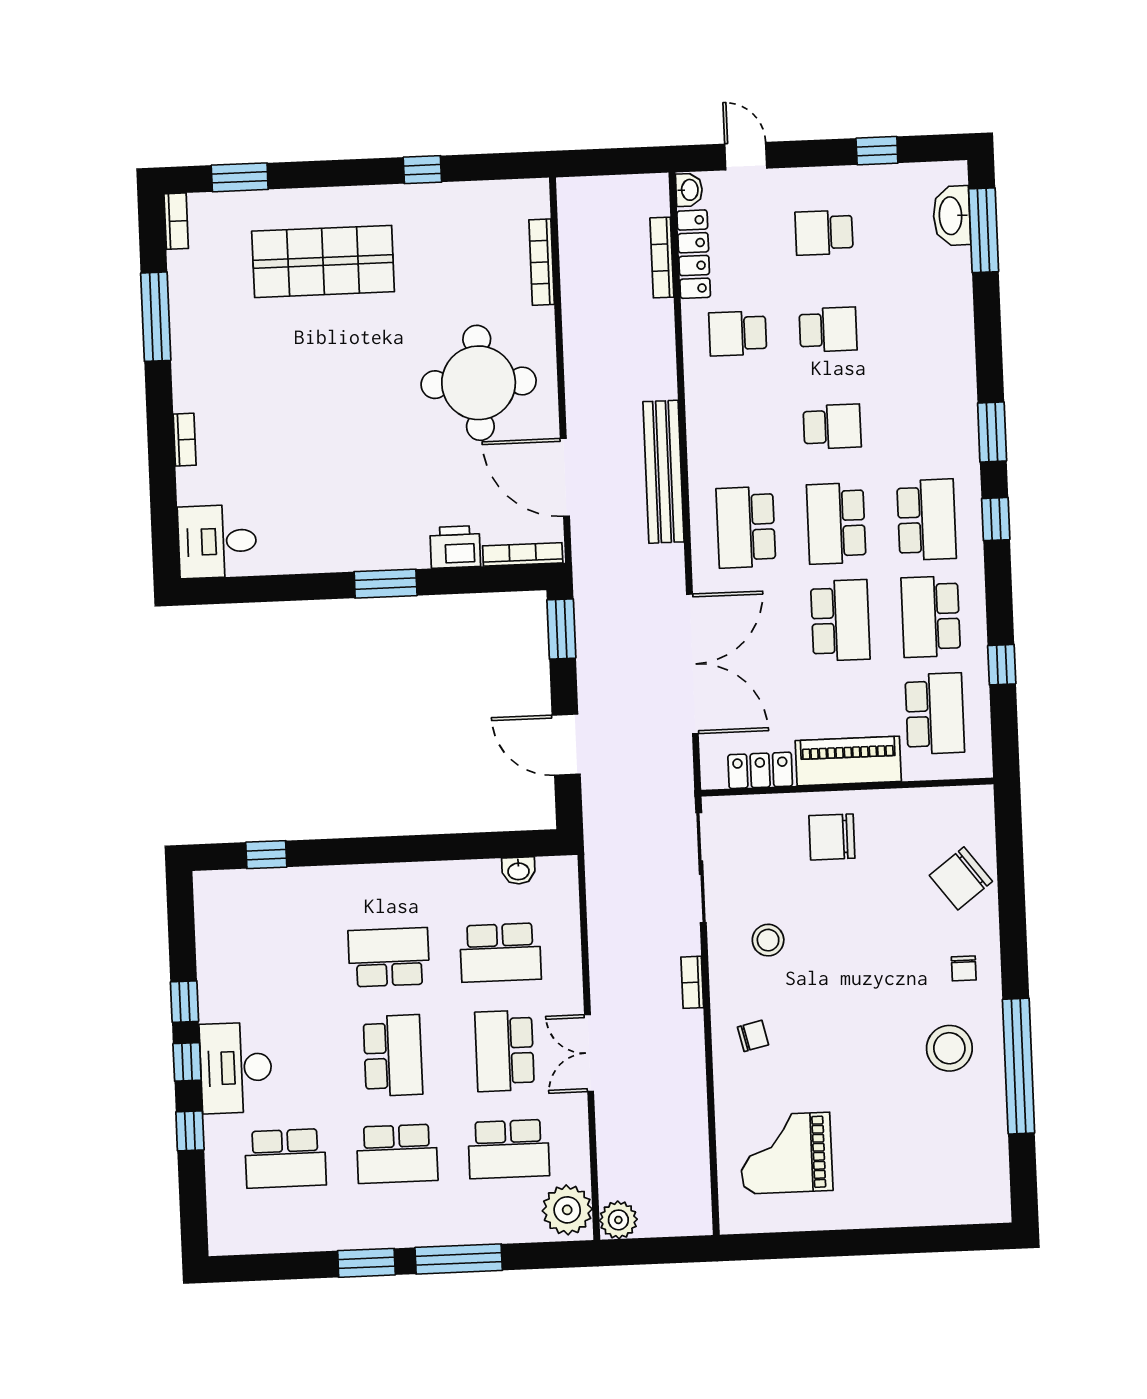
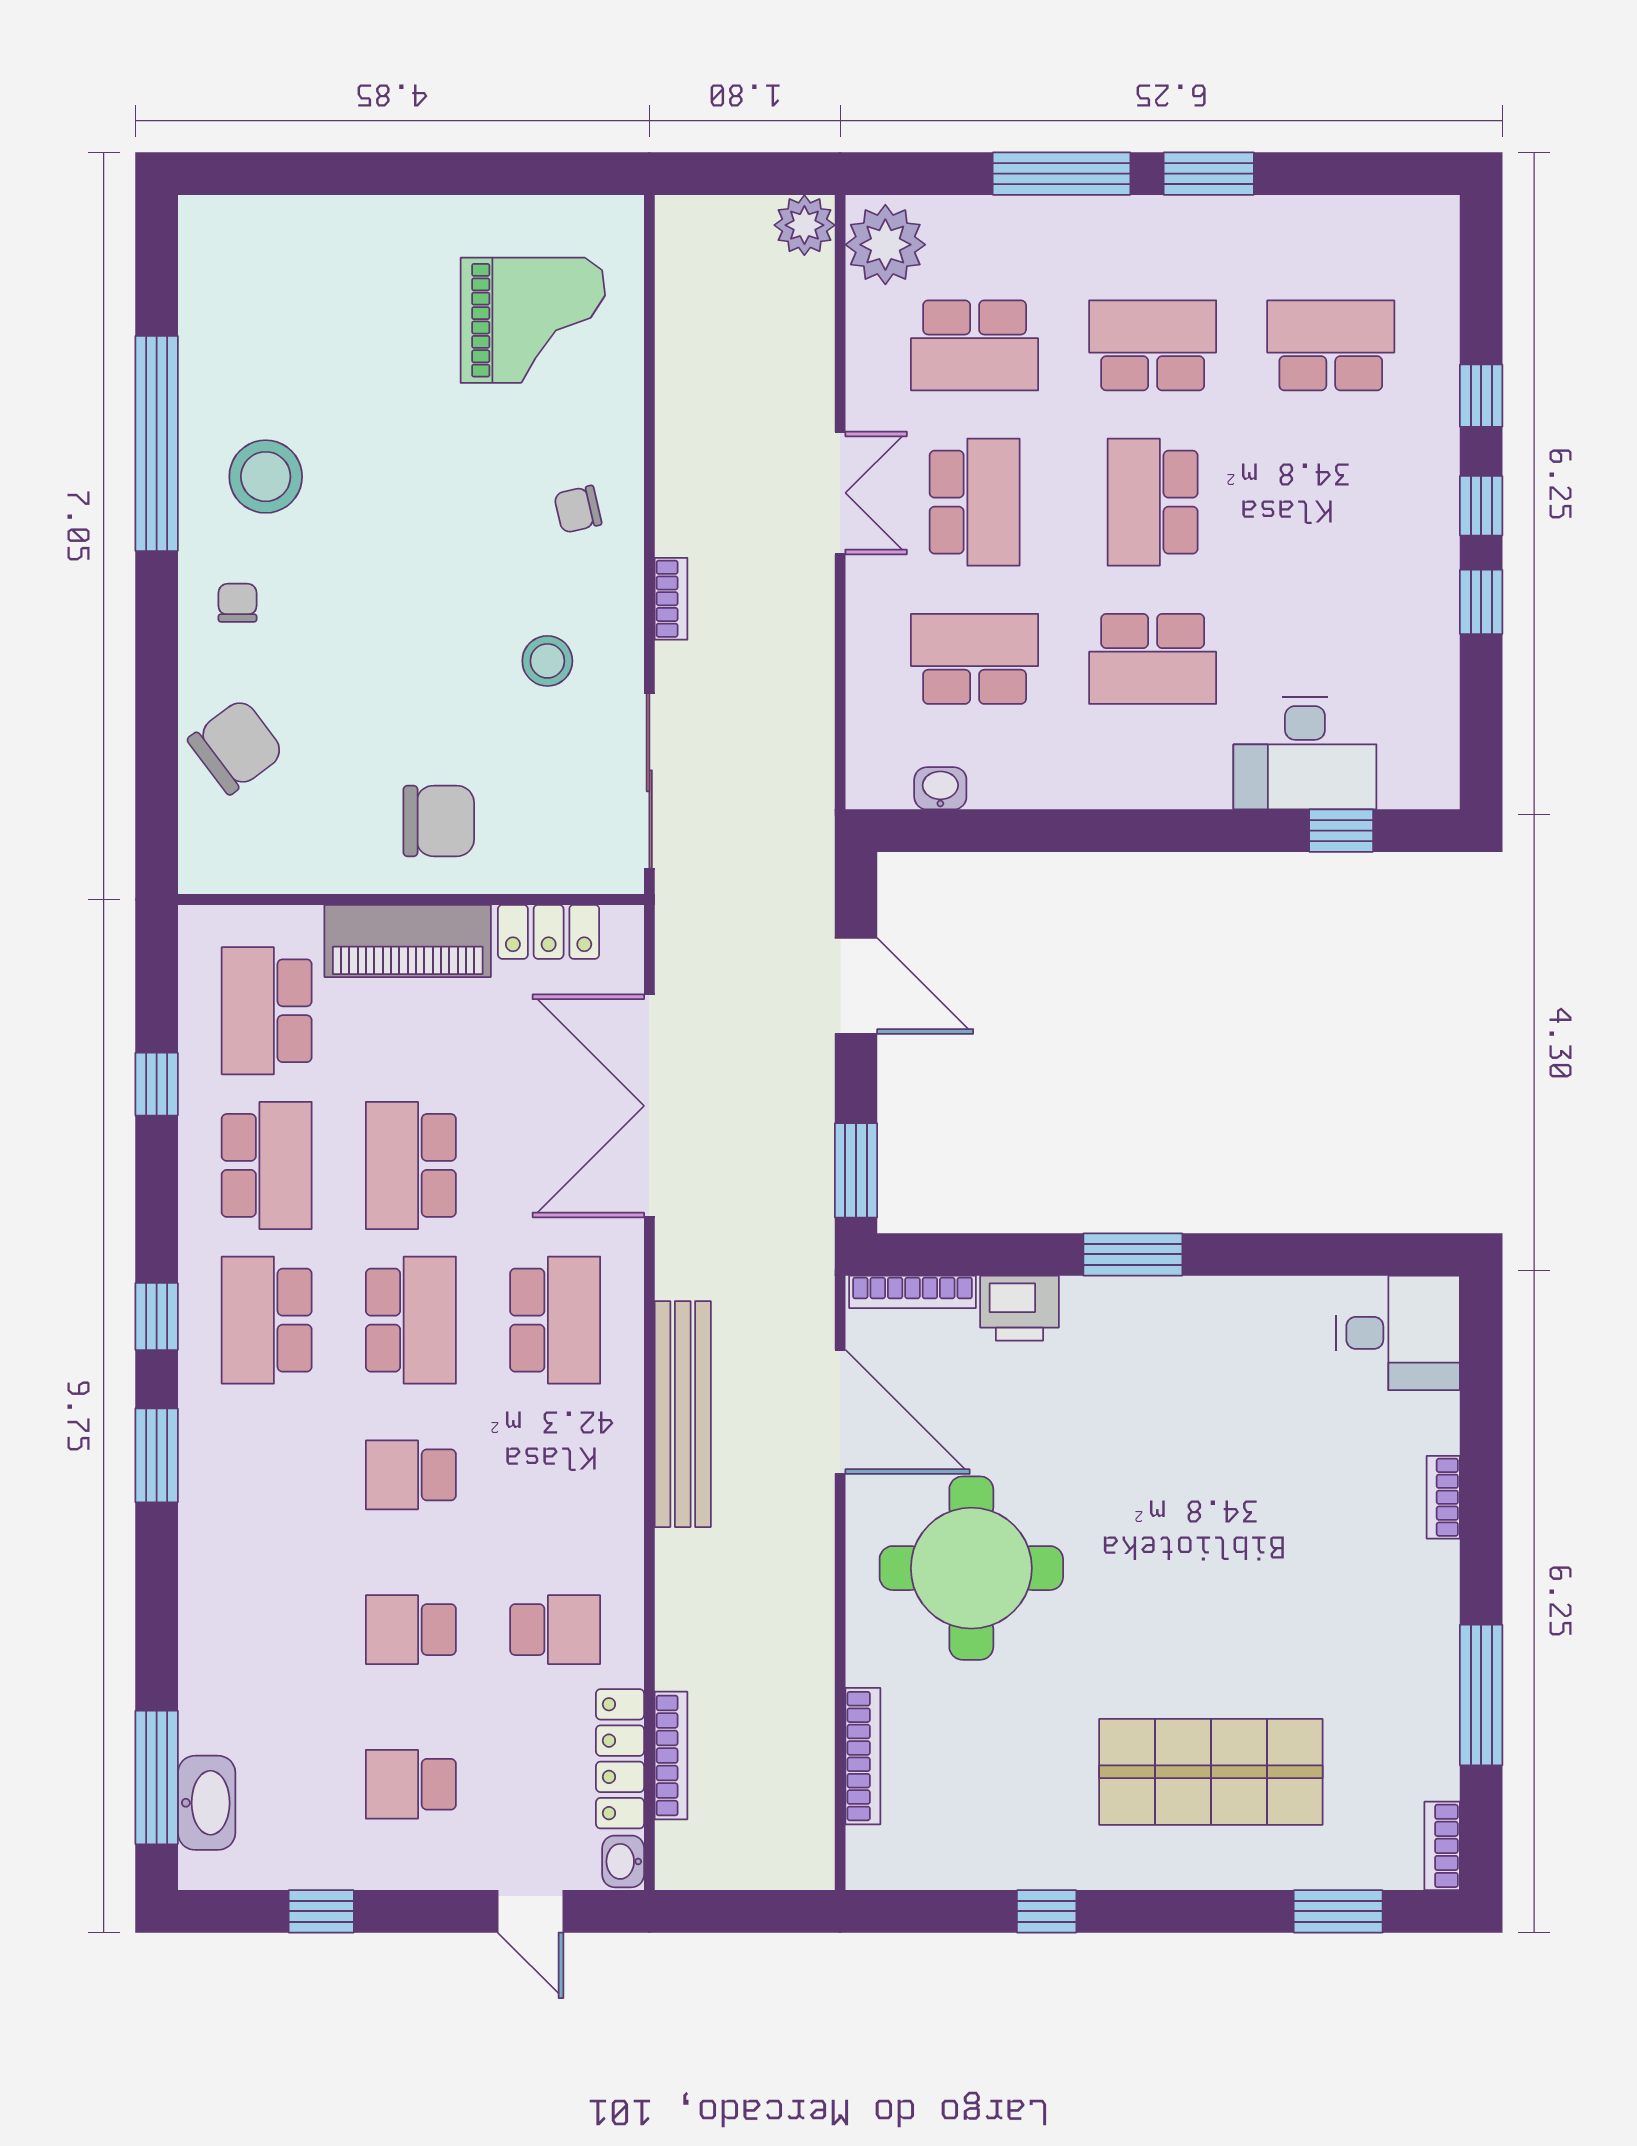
school desk: (824, 233) -> (411, 1784), turned 180
desk: (236, 1068) -> (1305, 753), moved, turned 90
school desk: (509, 1149) -> (975, 345), turned 180

